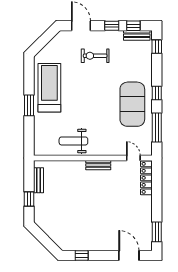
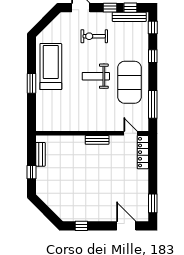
bench: (137, 35) -> (129, 17), width x1.36
window: (157, 93) -> (153, 56), moved
weight bench: (73, 141) -> (96, 76), moved

